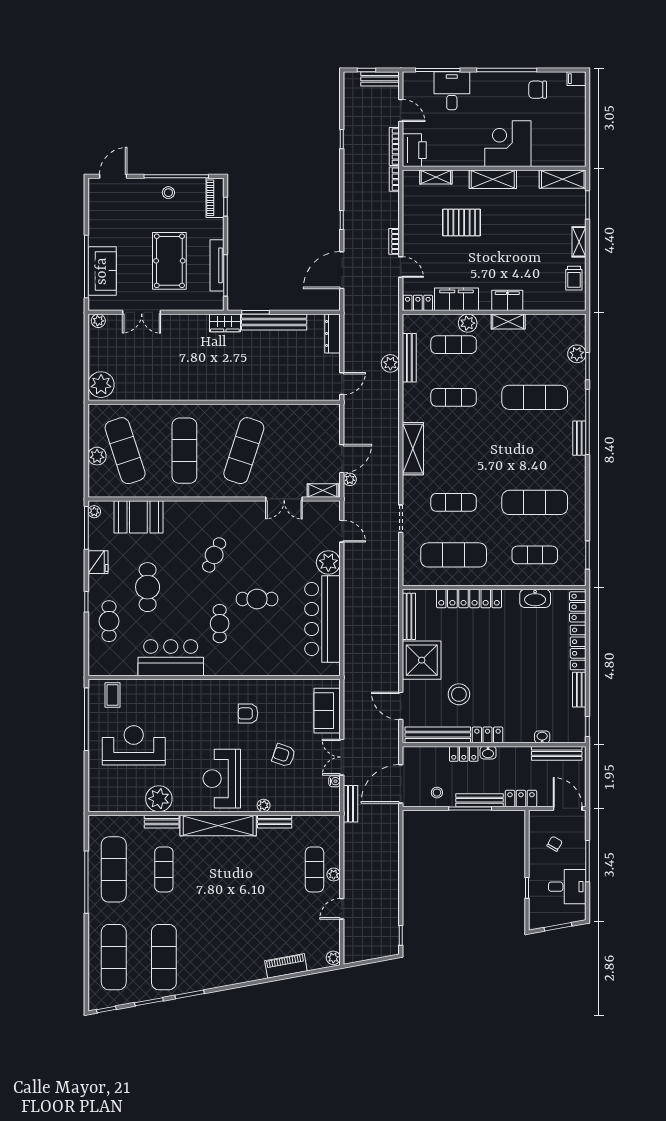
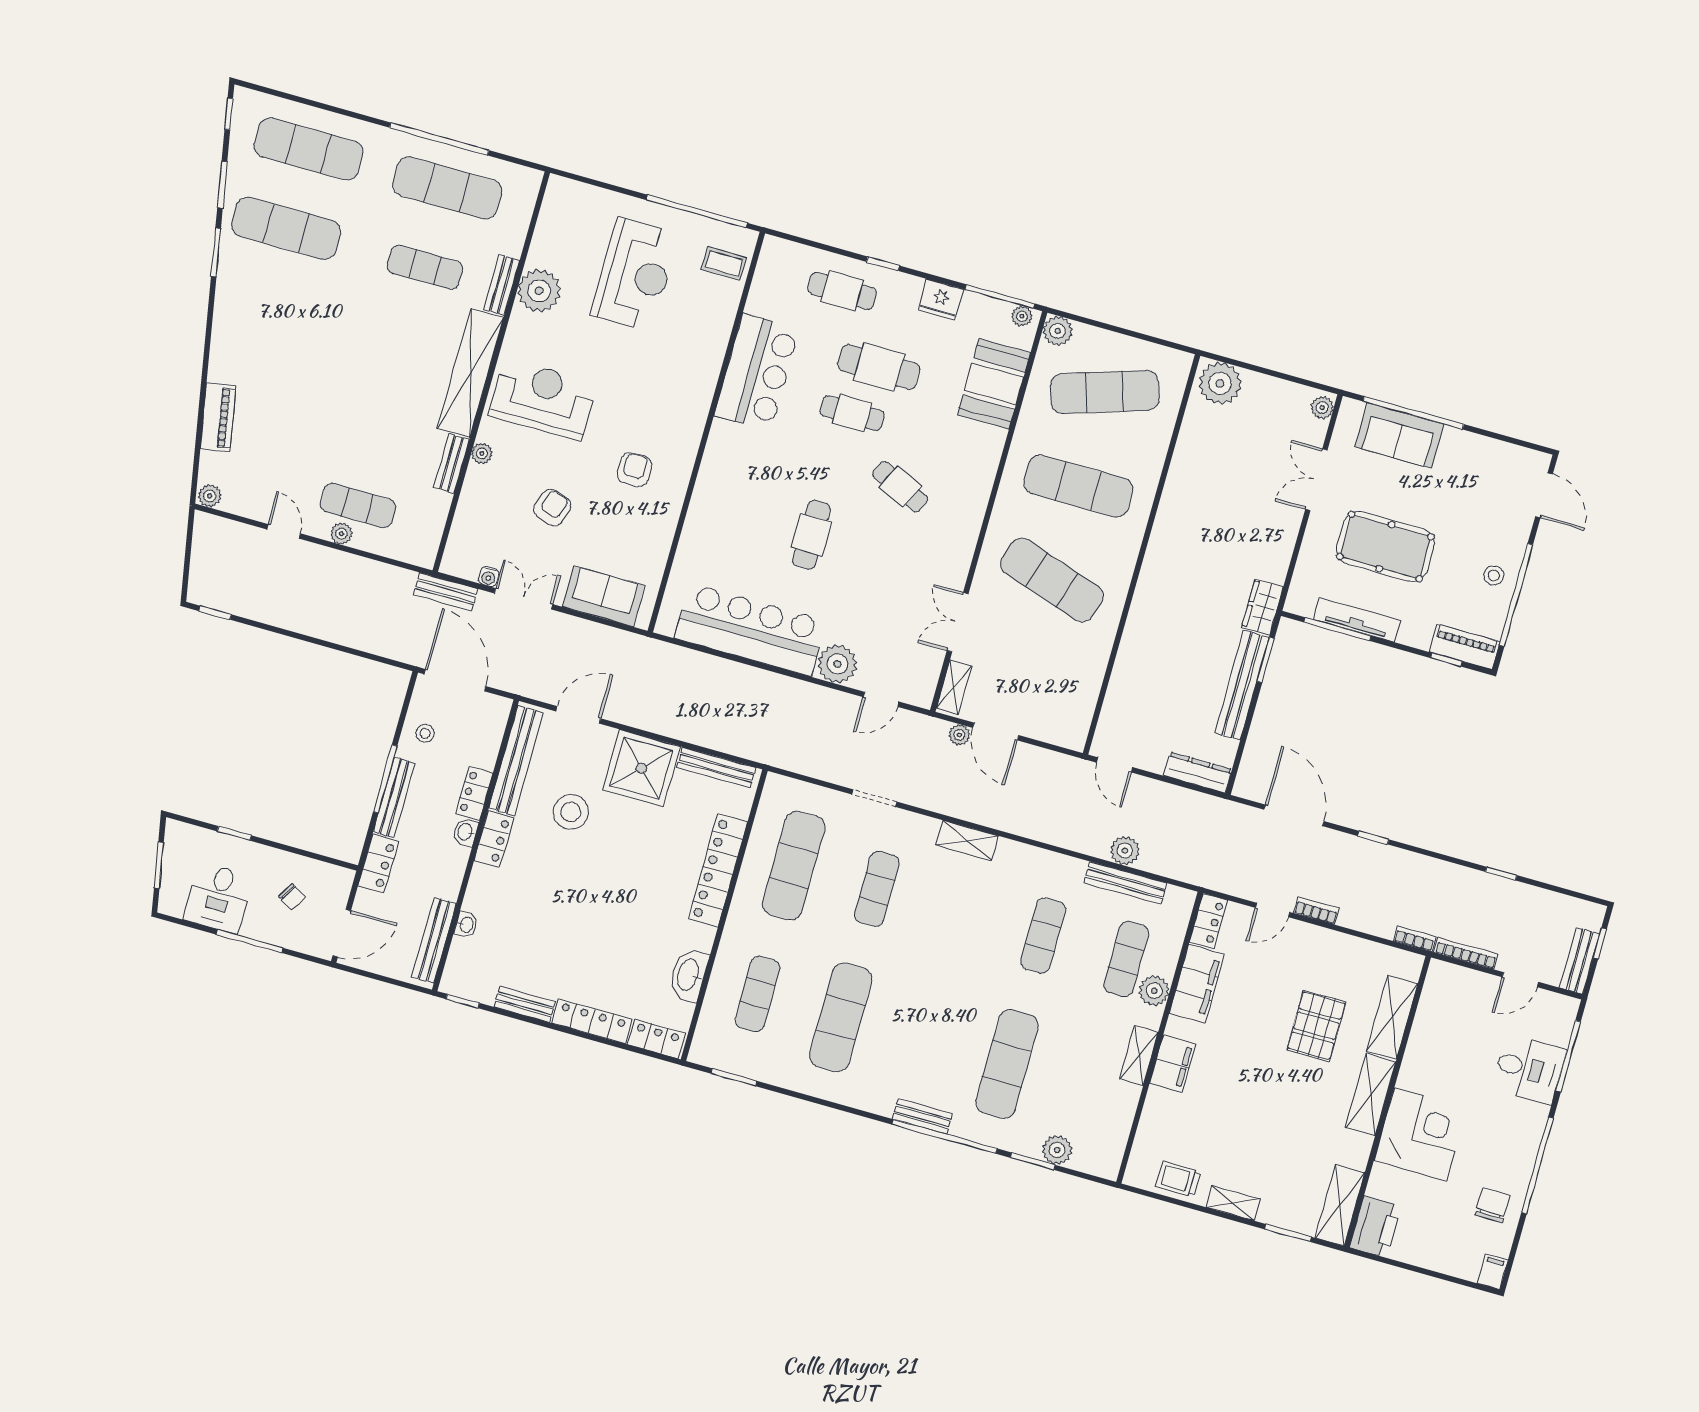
printer: (414, 150) -> (1375, 1227), moved, turned -90
shelving: (436, 177) -> (1392, 1017), width x1.50, depth x1.33
shelving: (413, 449) -> (967, 840), width x0.67, depth x0.75
plant: (97, 456) -> (1058, 331), moved
cafe table: (220, 624) -> (852, 413), moved

